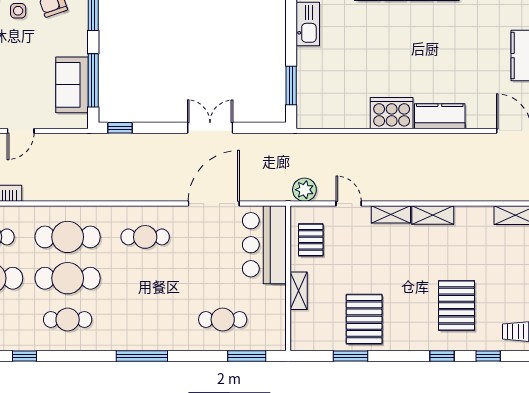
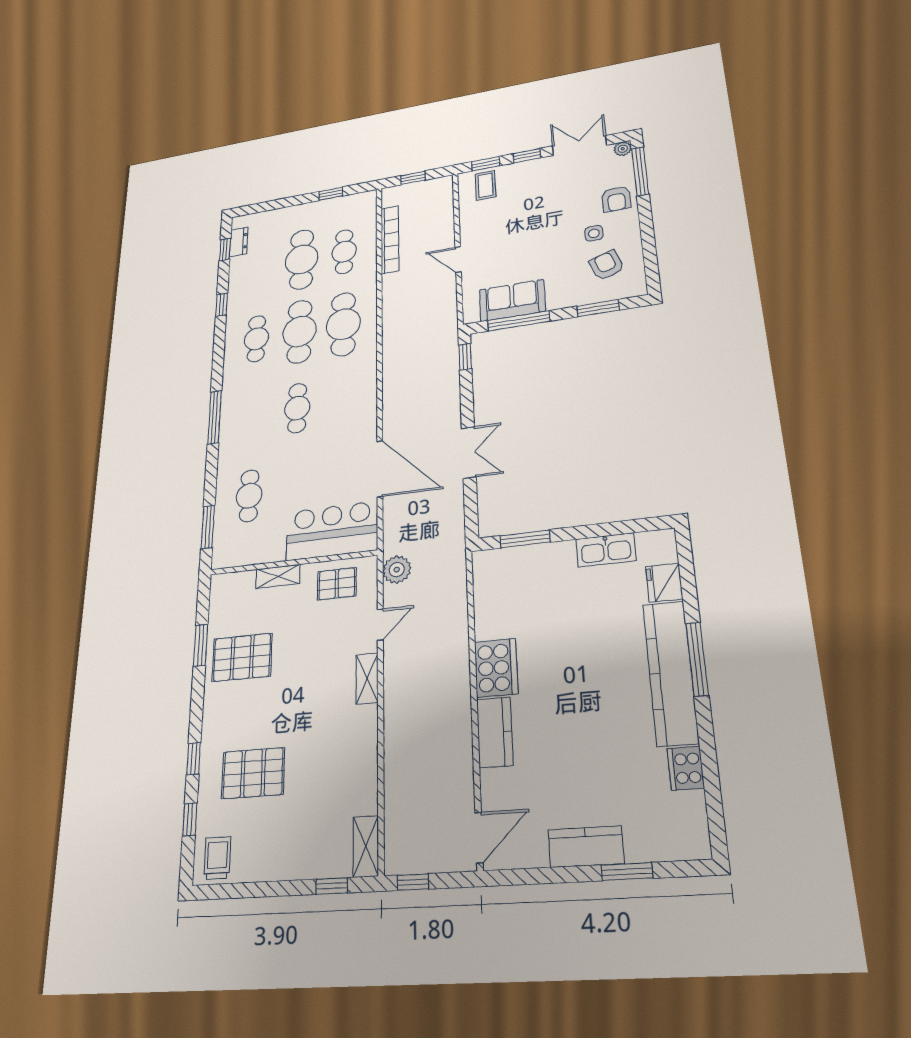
shelving: (433, 215) -> (366, 733), removed
cafe table: (145, 237) -> (297, 408), moved

